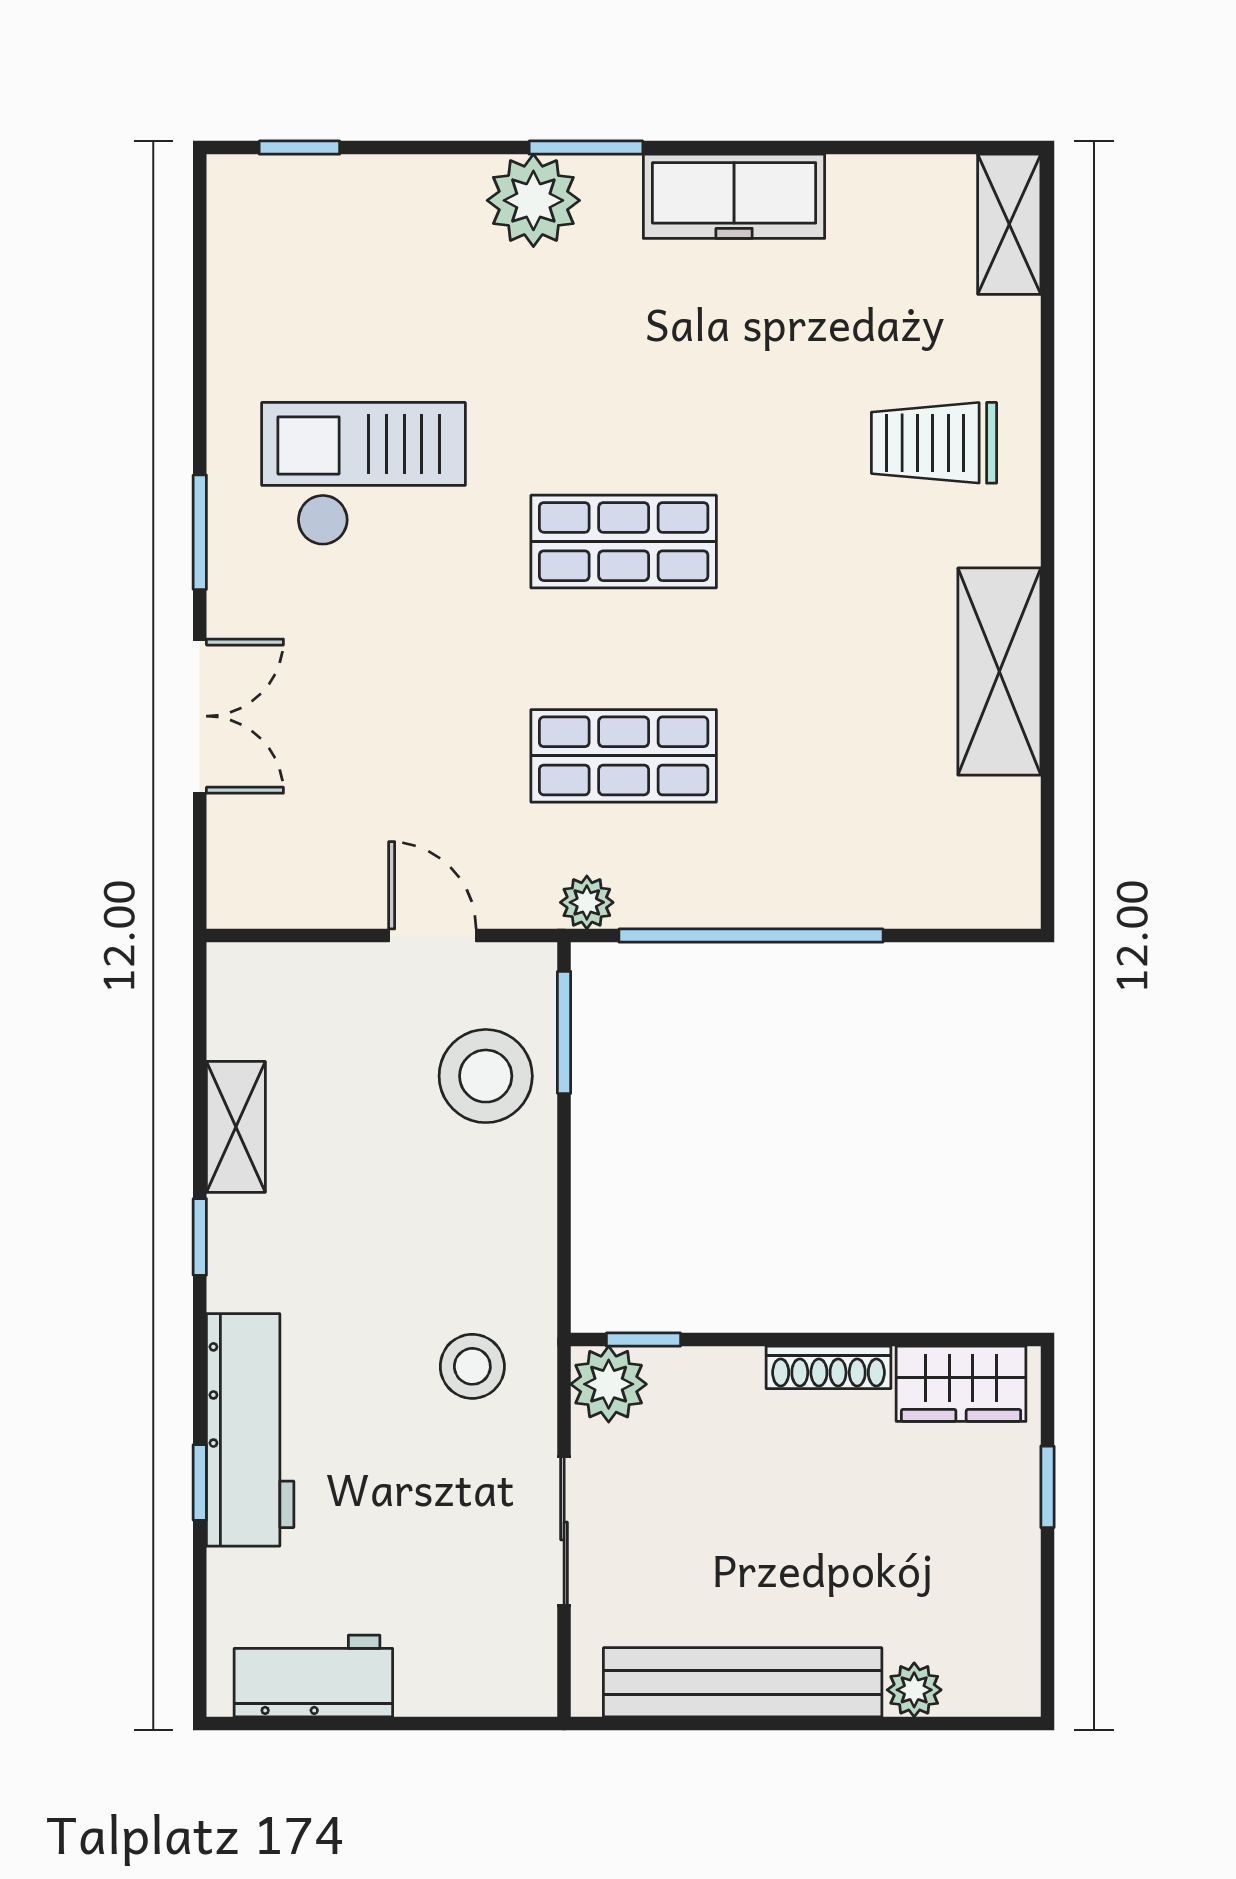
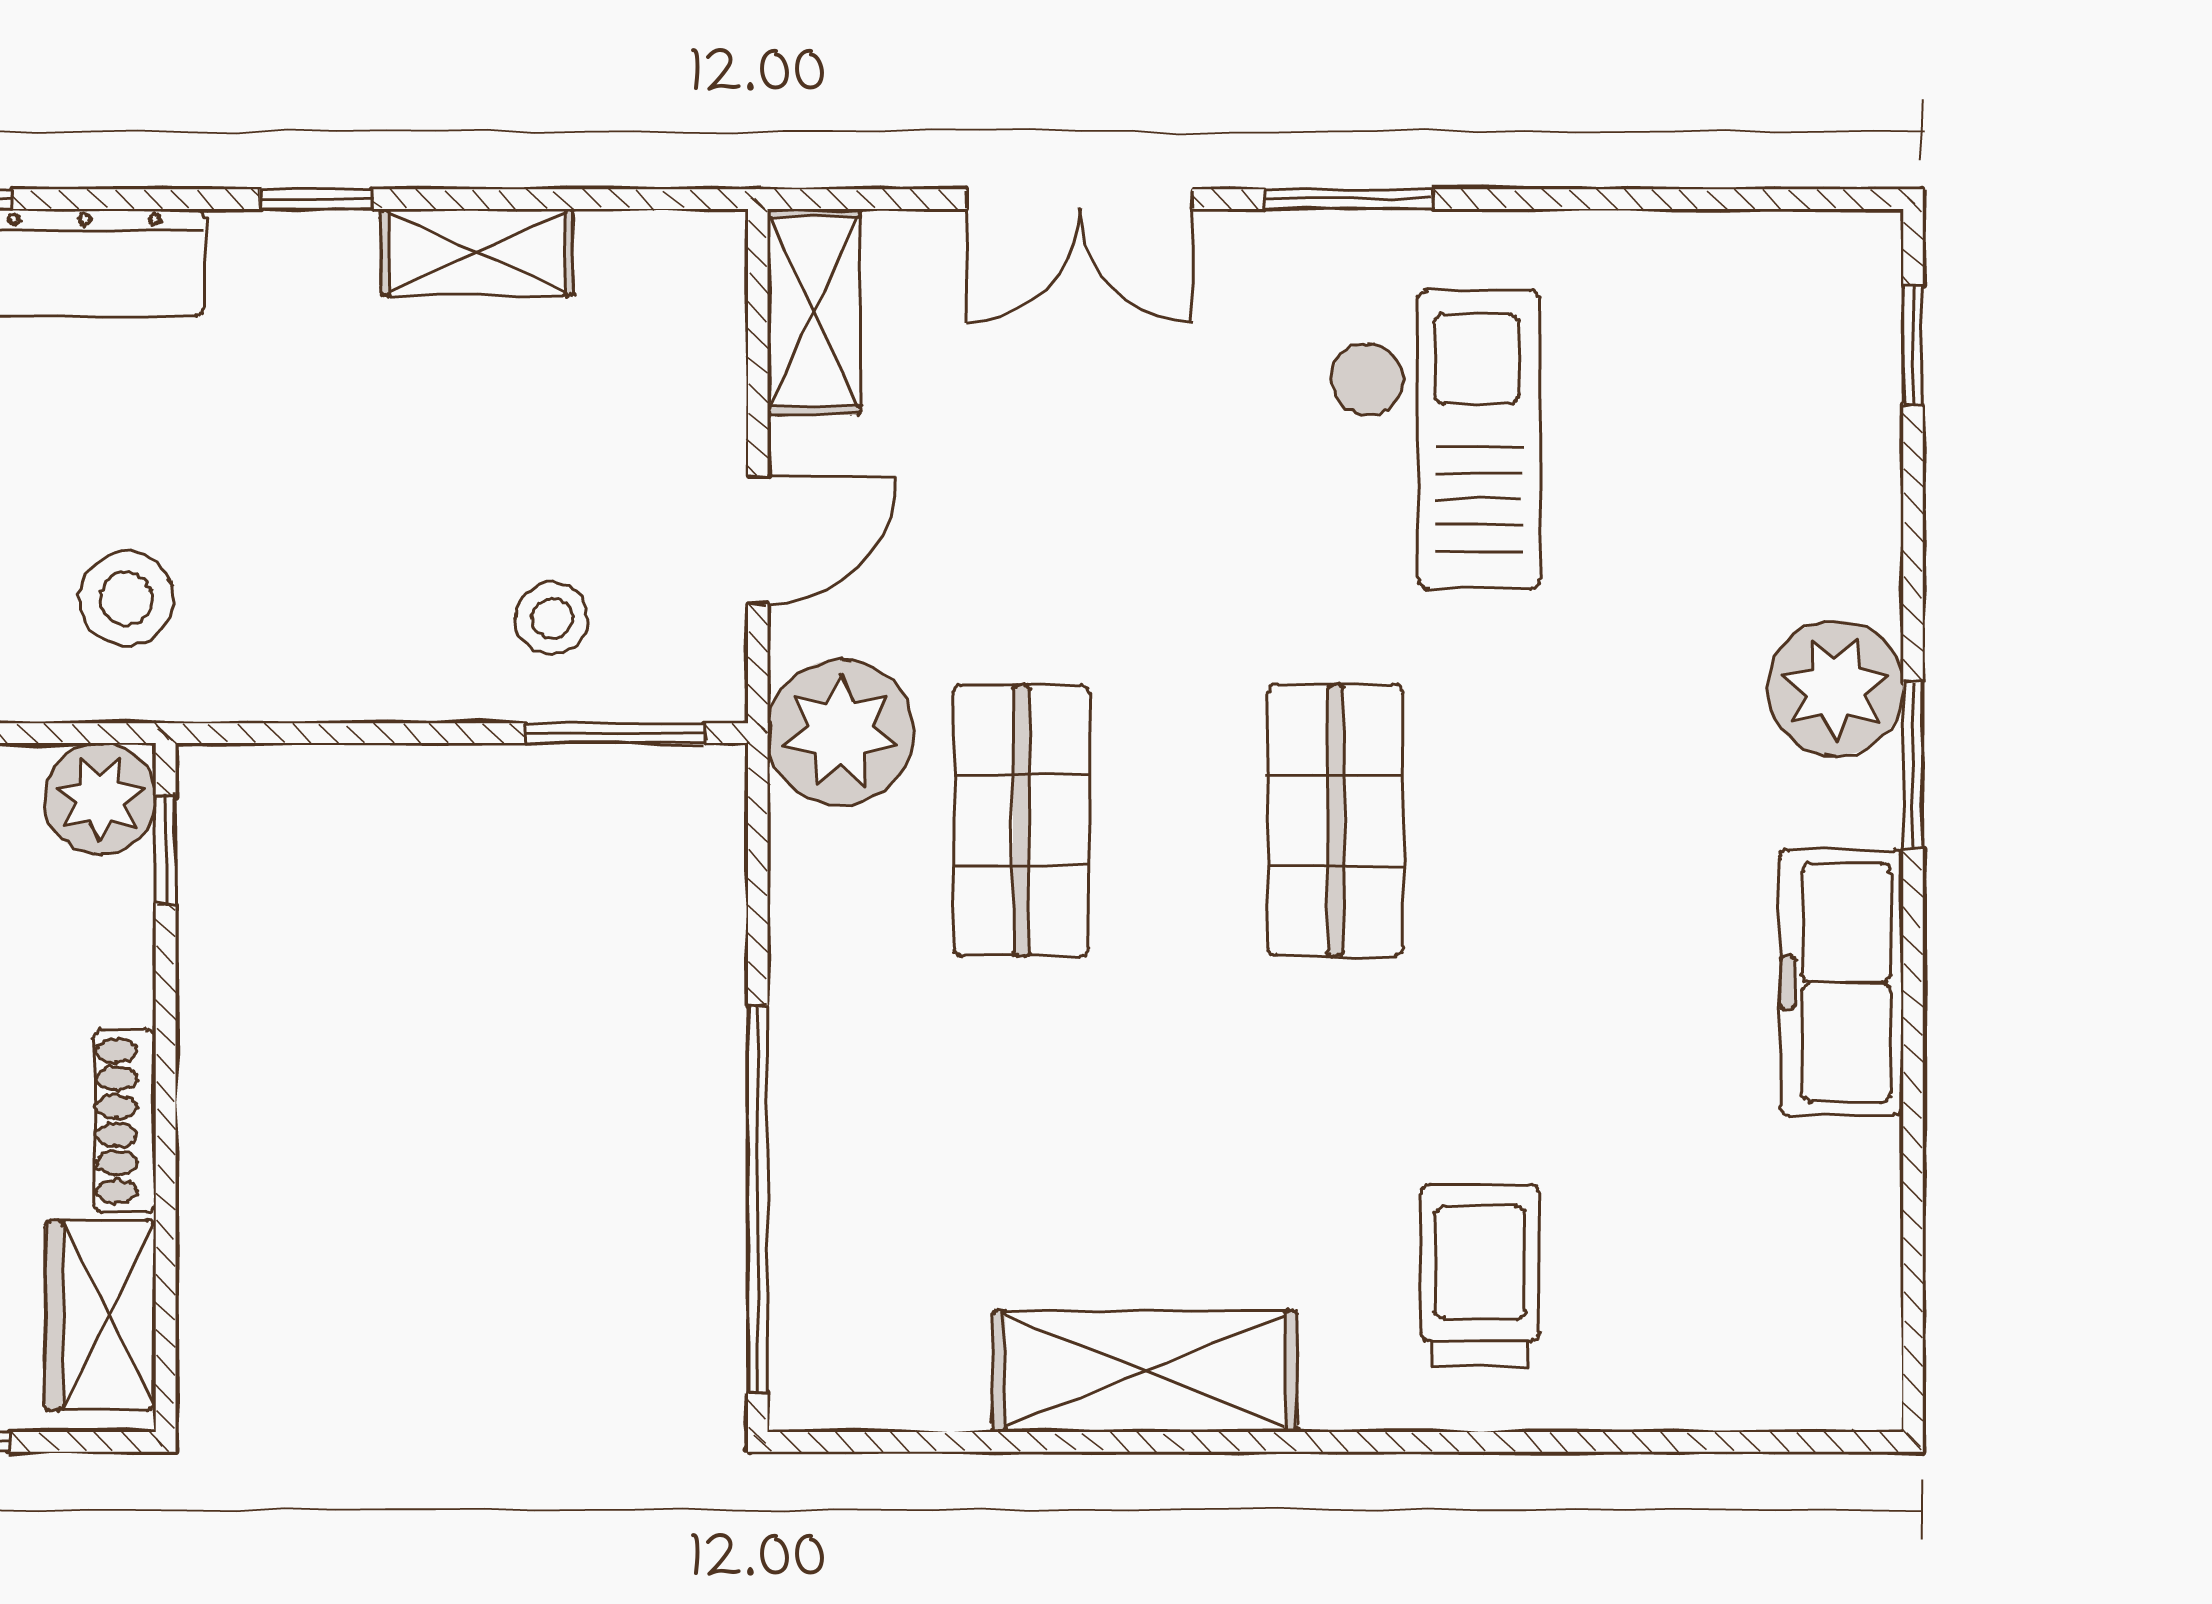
shelving: (1009, 224) -> (814, 312), moved, turned 90
plant: (587, 902) -> (840, 732), width x1.88, depth x1.88
window: (751, 936) -> (758, 1199), moved
stool: (486, 1076) -> (552, 618), width x0.53, depth x0.53

